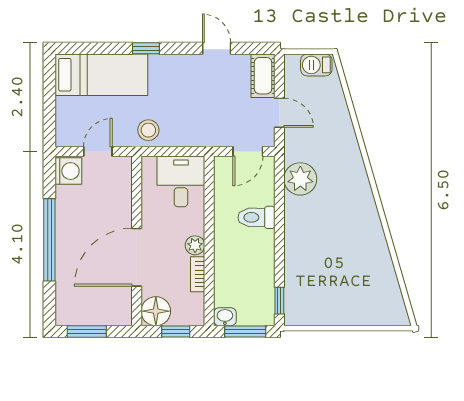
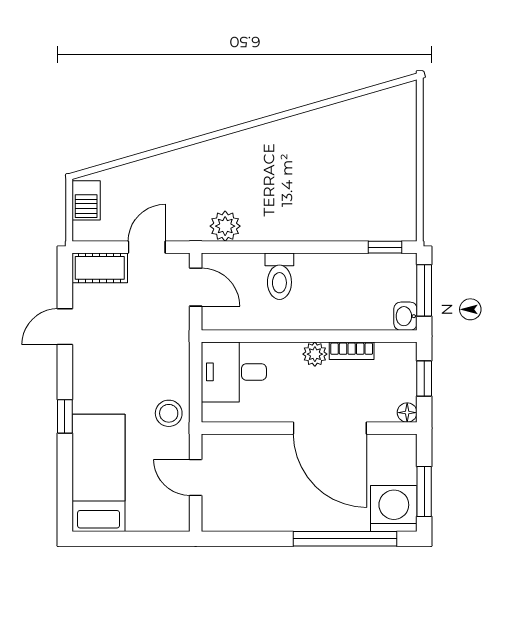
washing machine: (68, 171) -> (394, 508), moved, width x1.37, depth x1.37
plant: (300, 179) -> (225, 226), width x0.73, depth x0.73
window: (49, 240) -> (345, 539), moved
floor lamp: (156, 311) -> (407, 413), width x0.53, depth x0.53

